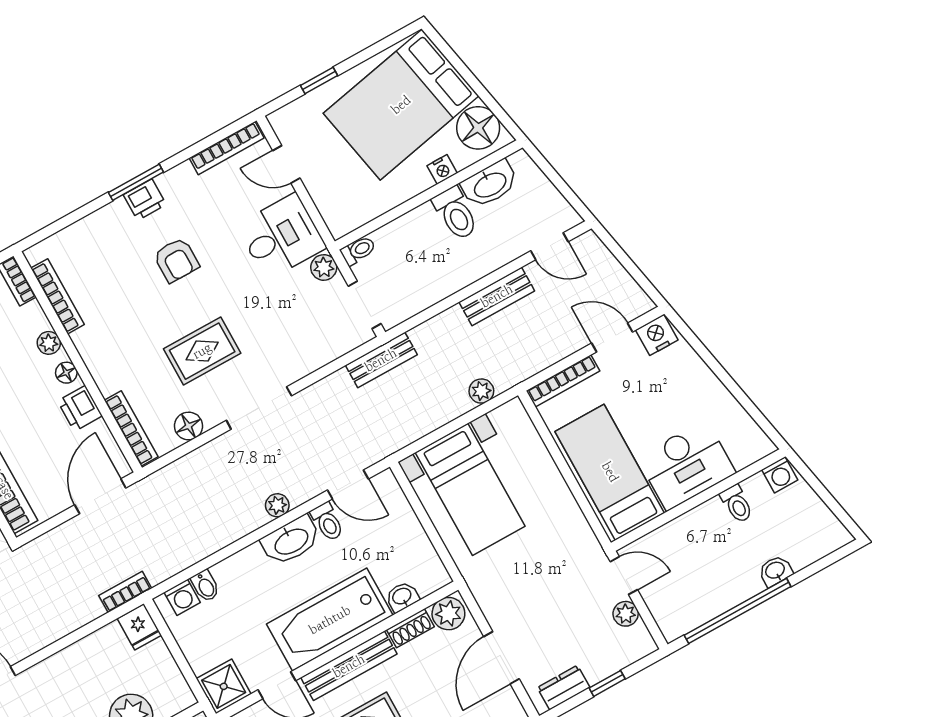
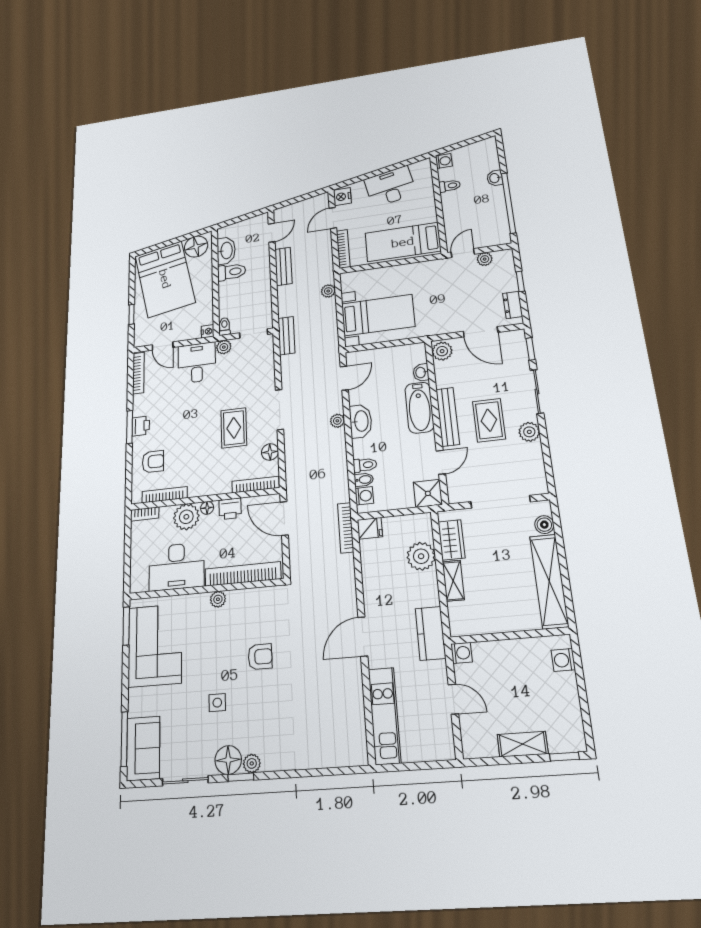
door: (286, 164) -> (163, 346), hinge flipped
nightstand: (442, 169) -> (208, 331), moved
armchair: (176, 260) -> (153, 462), moved
plant: (49, 343) -> (186, 517), width x1.88, depth x1.88
desk: (686, 465) -> (390, 187), moved, turned -101
toilet: (327, 522) -> (365, 465), moved
bookcase: (125, 592) -> (346, 528), width x1.56
bathtub: (330, 620) -> (419, 408), width x0.73, depth x0.73
shoe rack: (410, 628) -> (441, 375), removed

